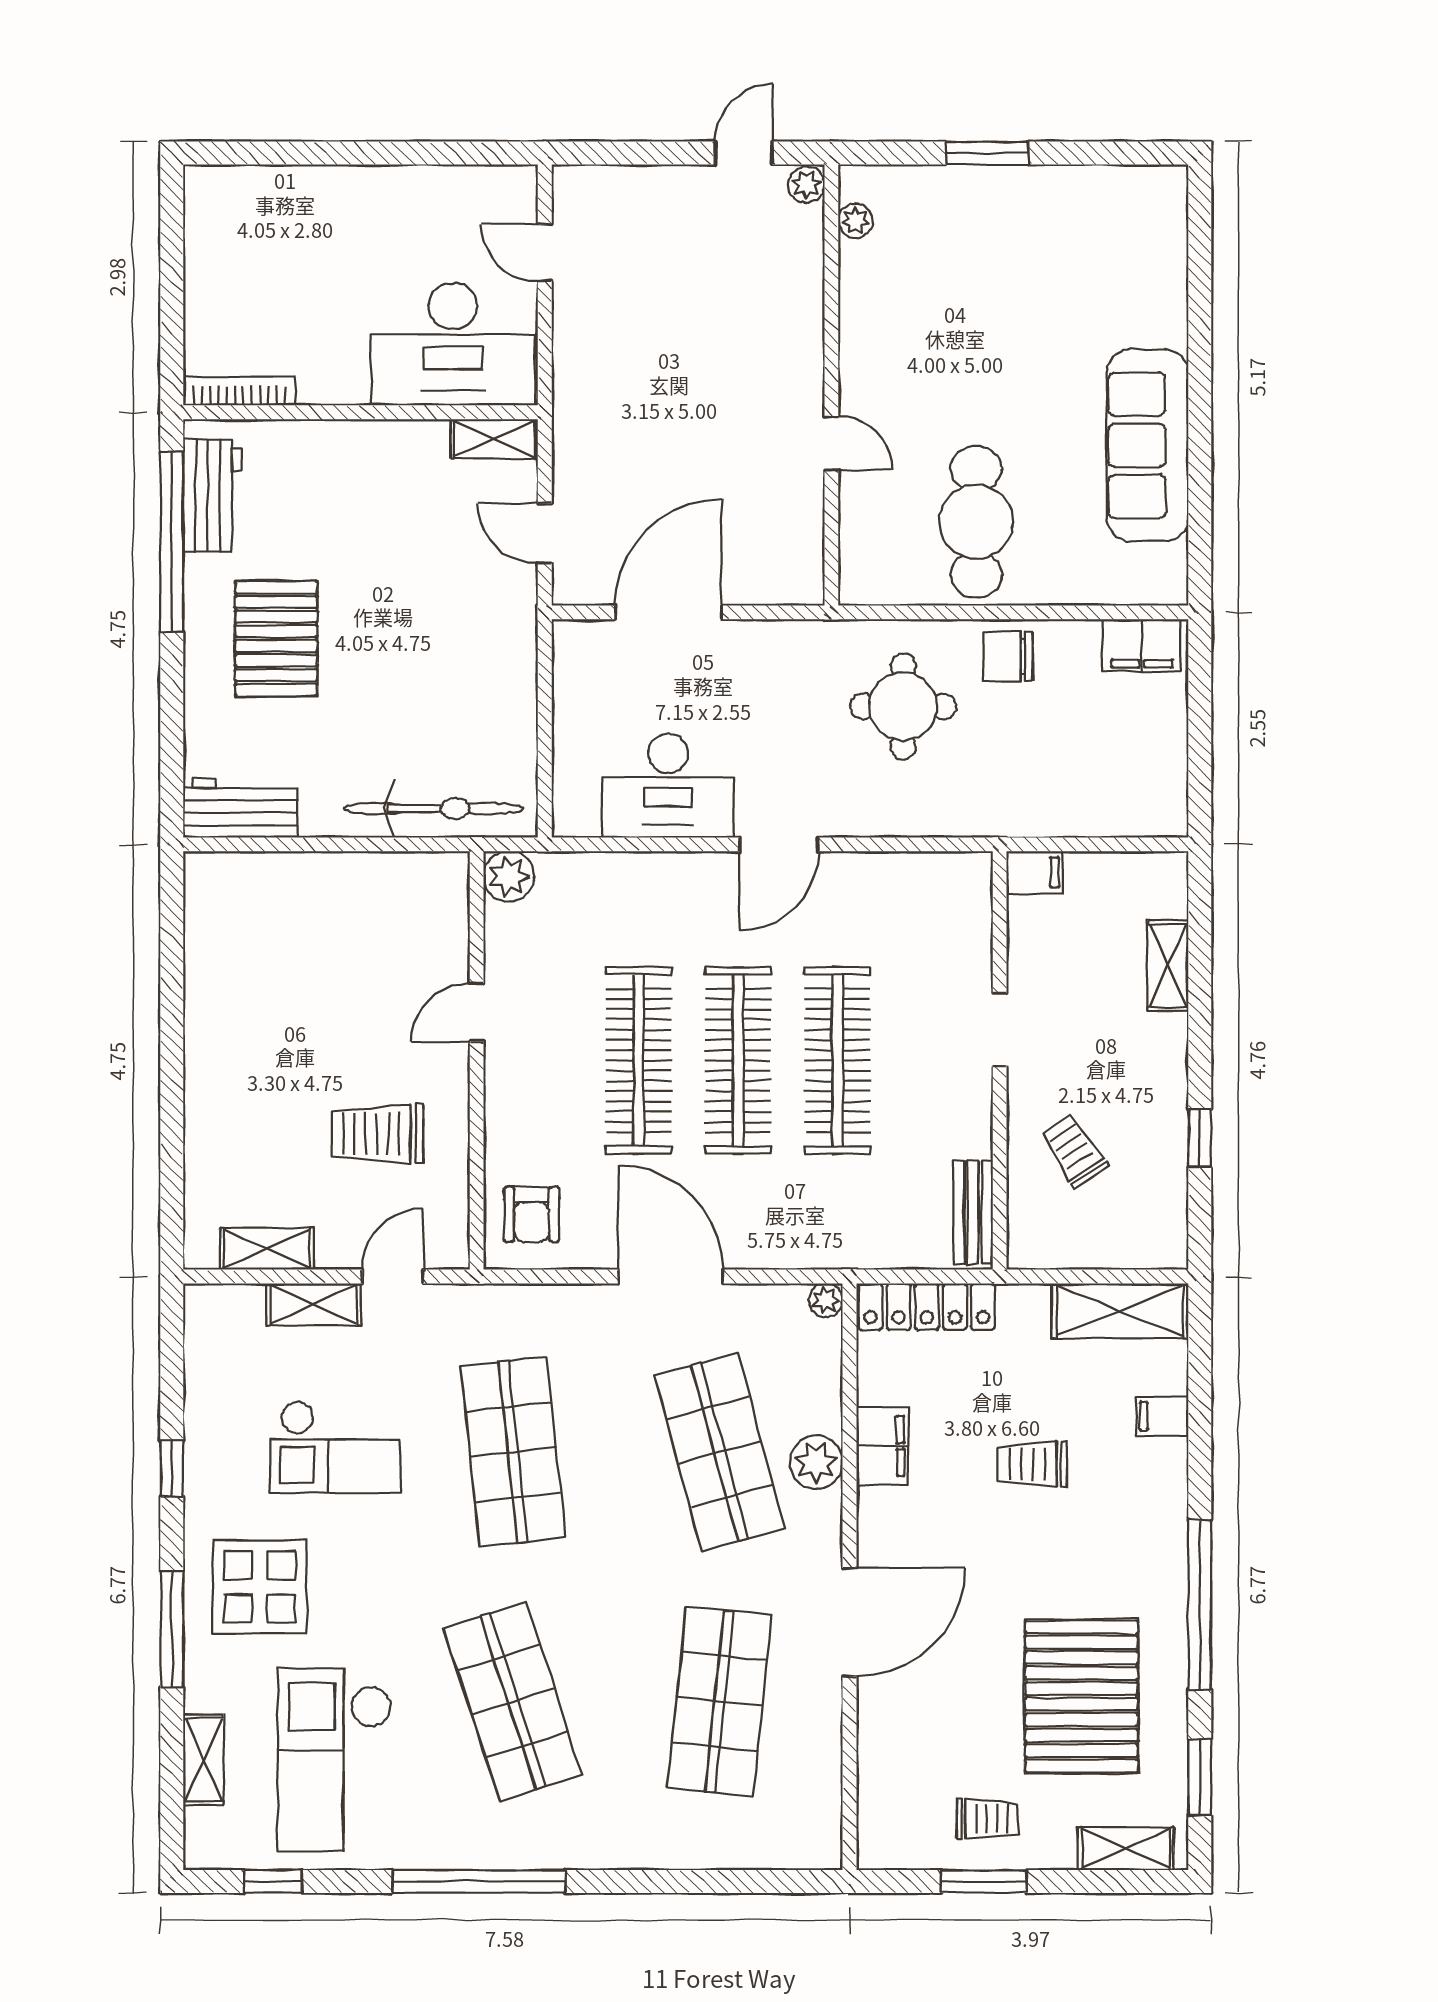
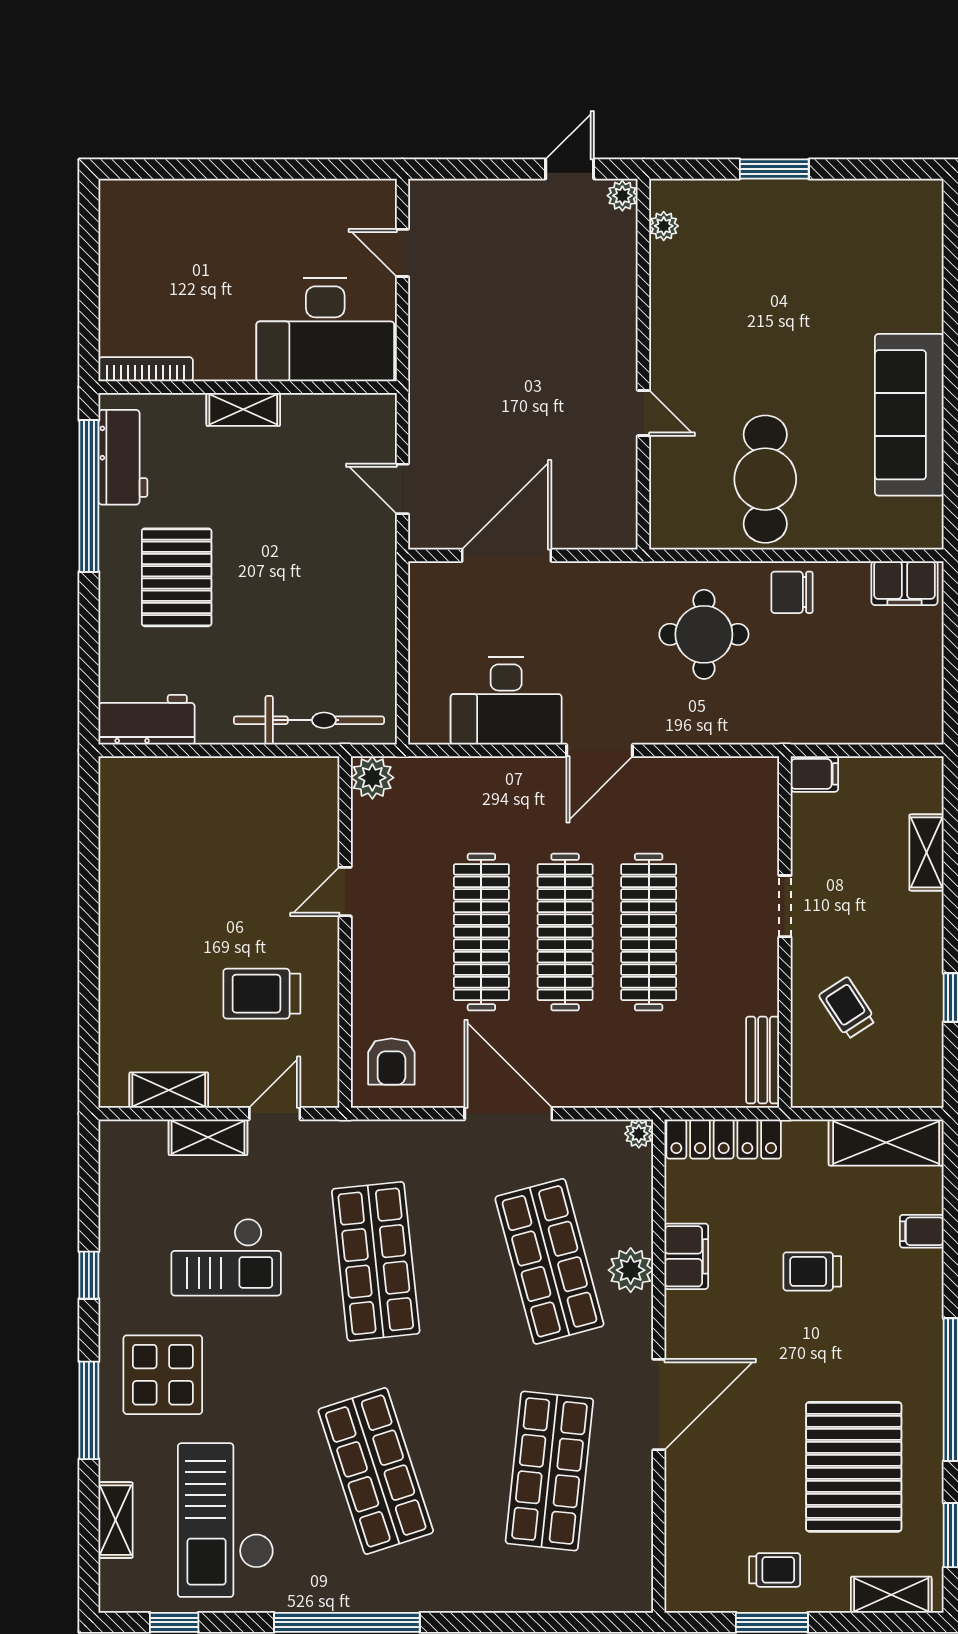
shelving: (494, 439) -> (243, 409), moved

